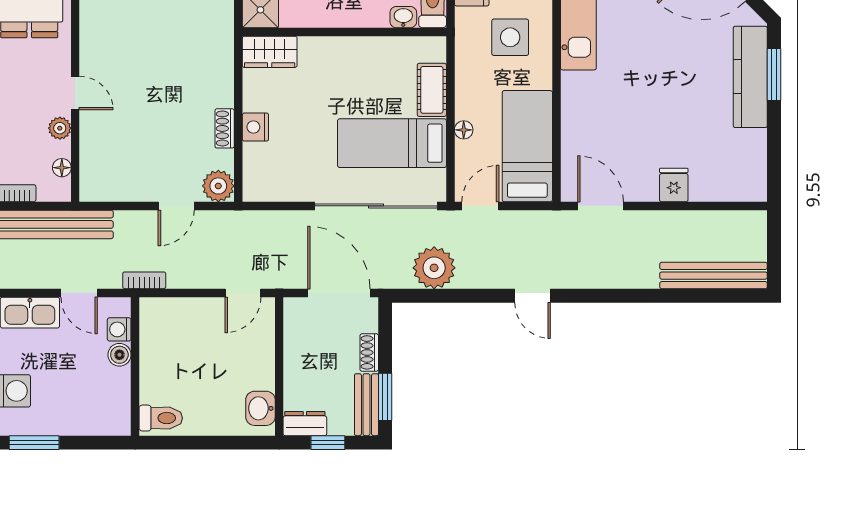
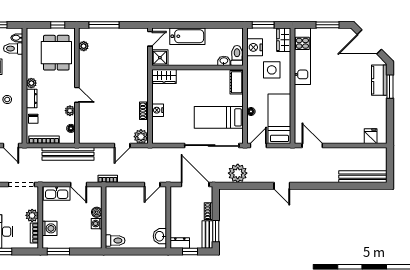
kitchen counter: (750, 77) -> (379, 80), width x0.67
cot: (432, 90) -> (237, 82), moved
fridge: (674, 185) -> (371, 136), moved
washing machine: (119, 329) -> (97, 224), moved

